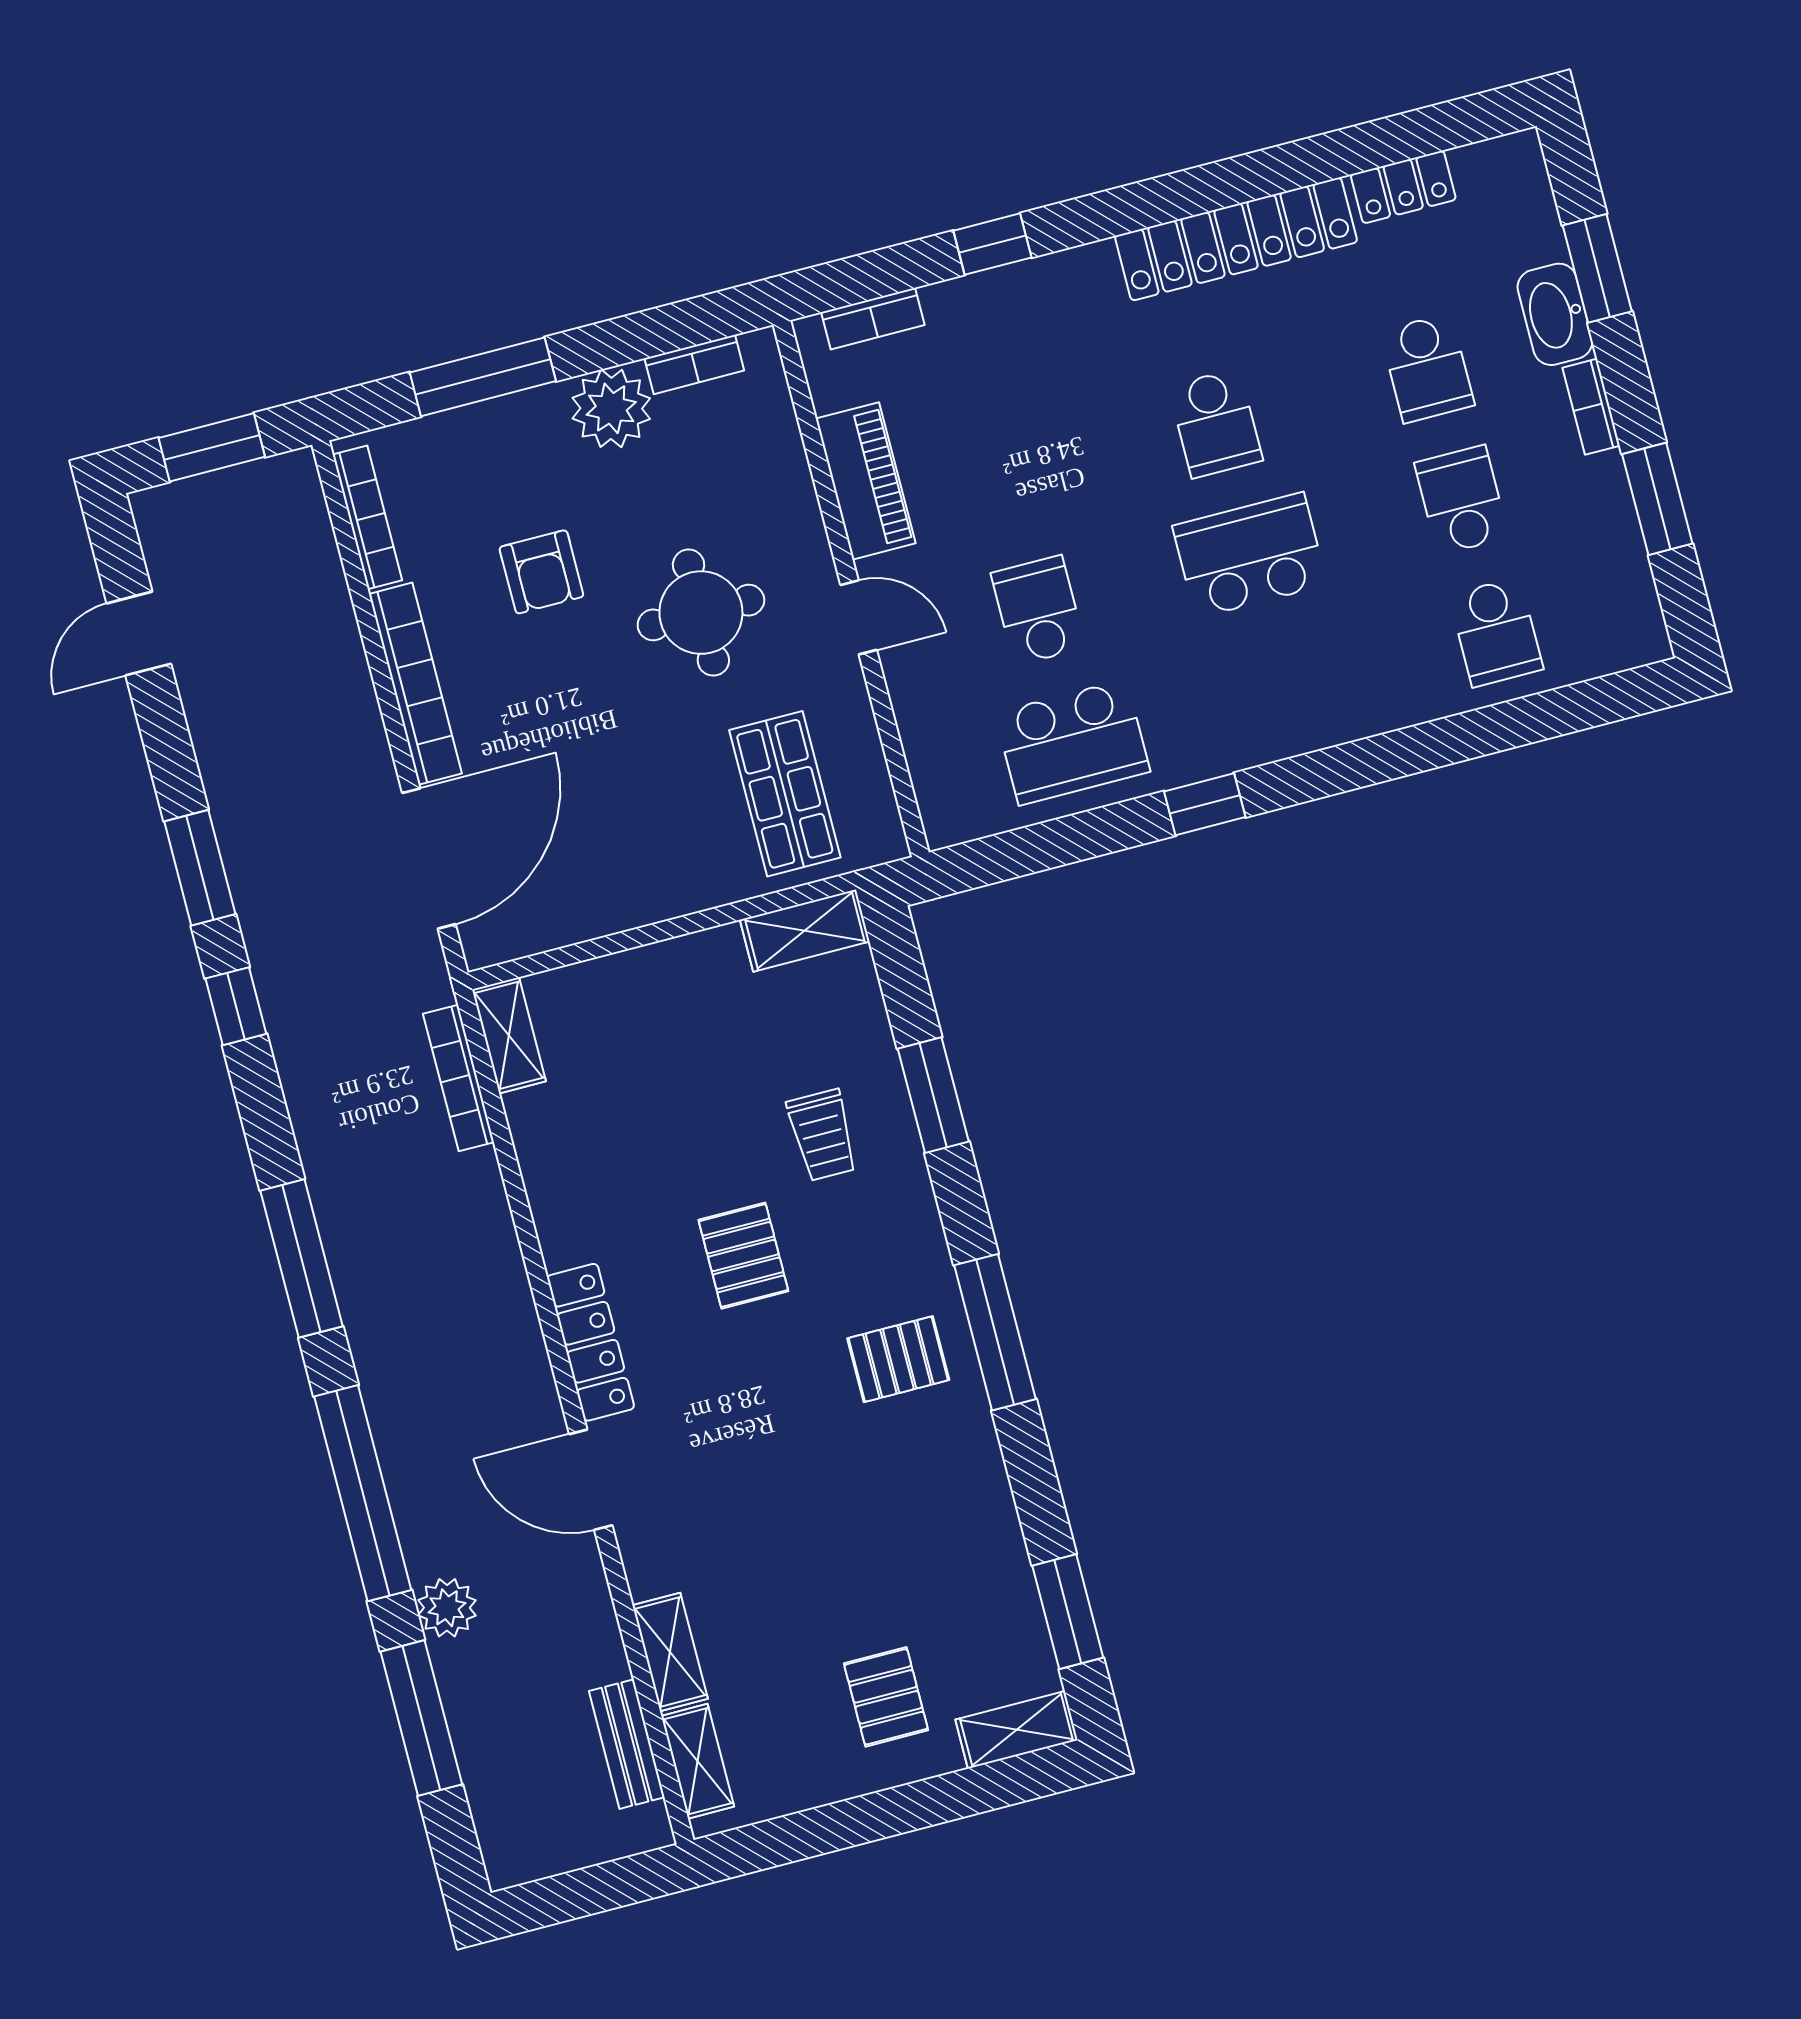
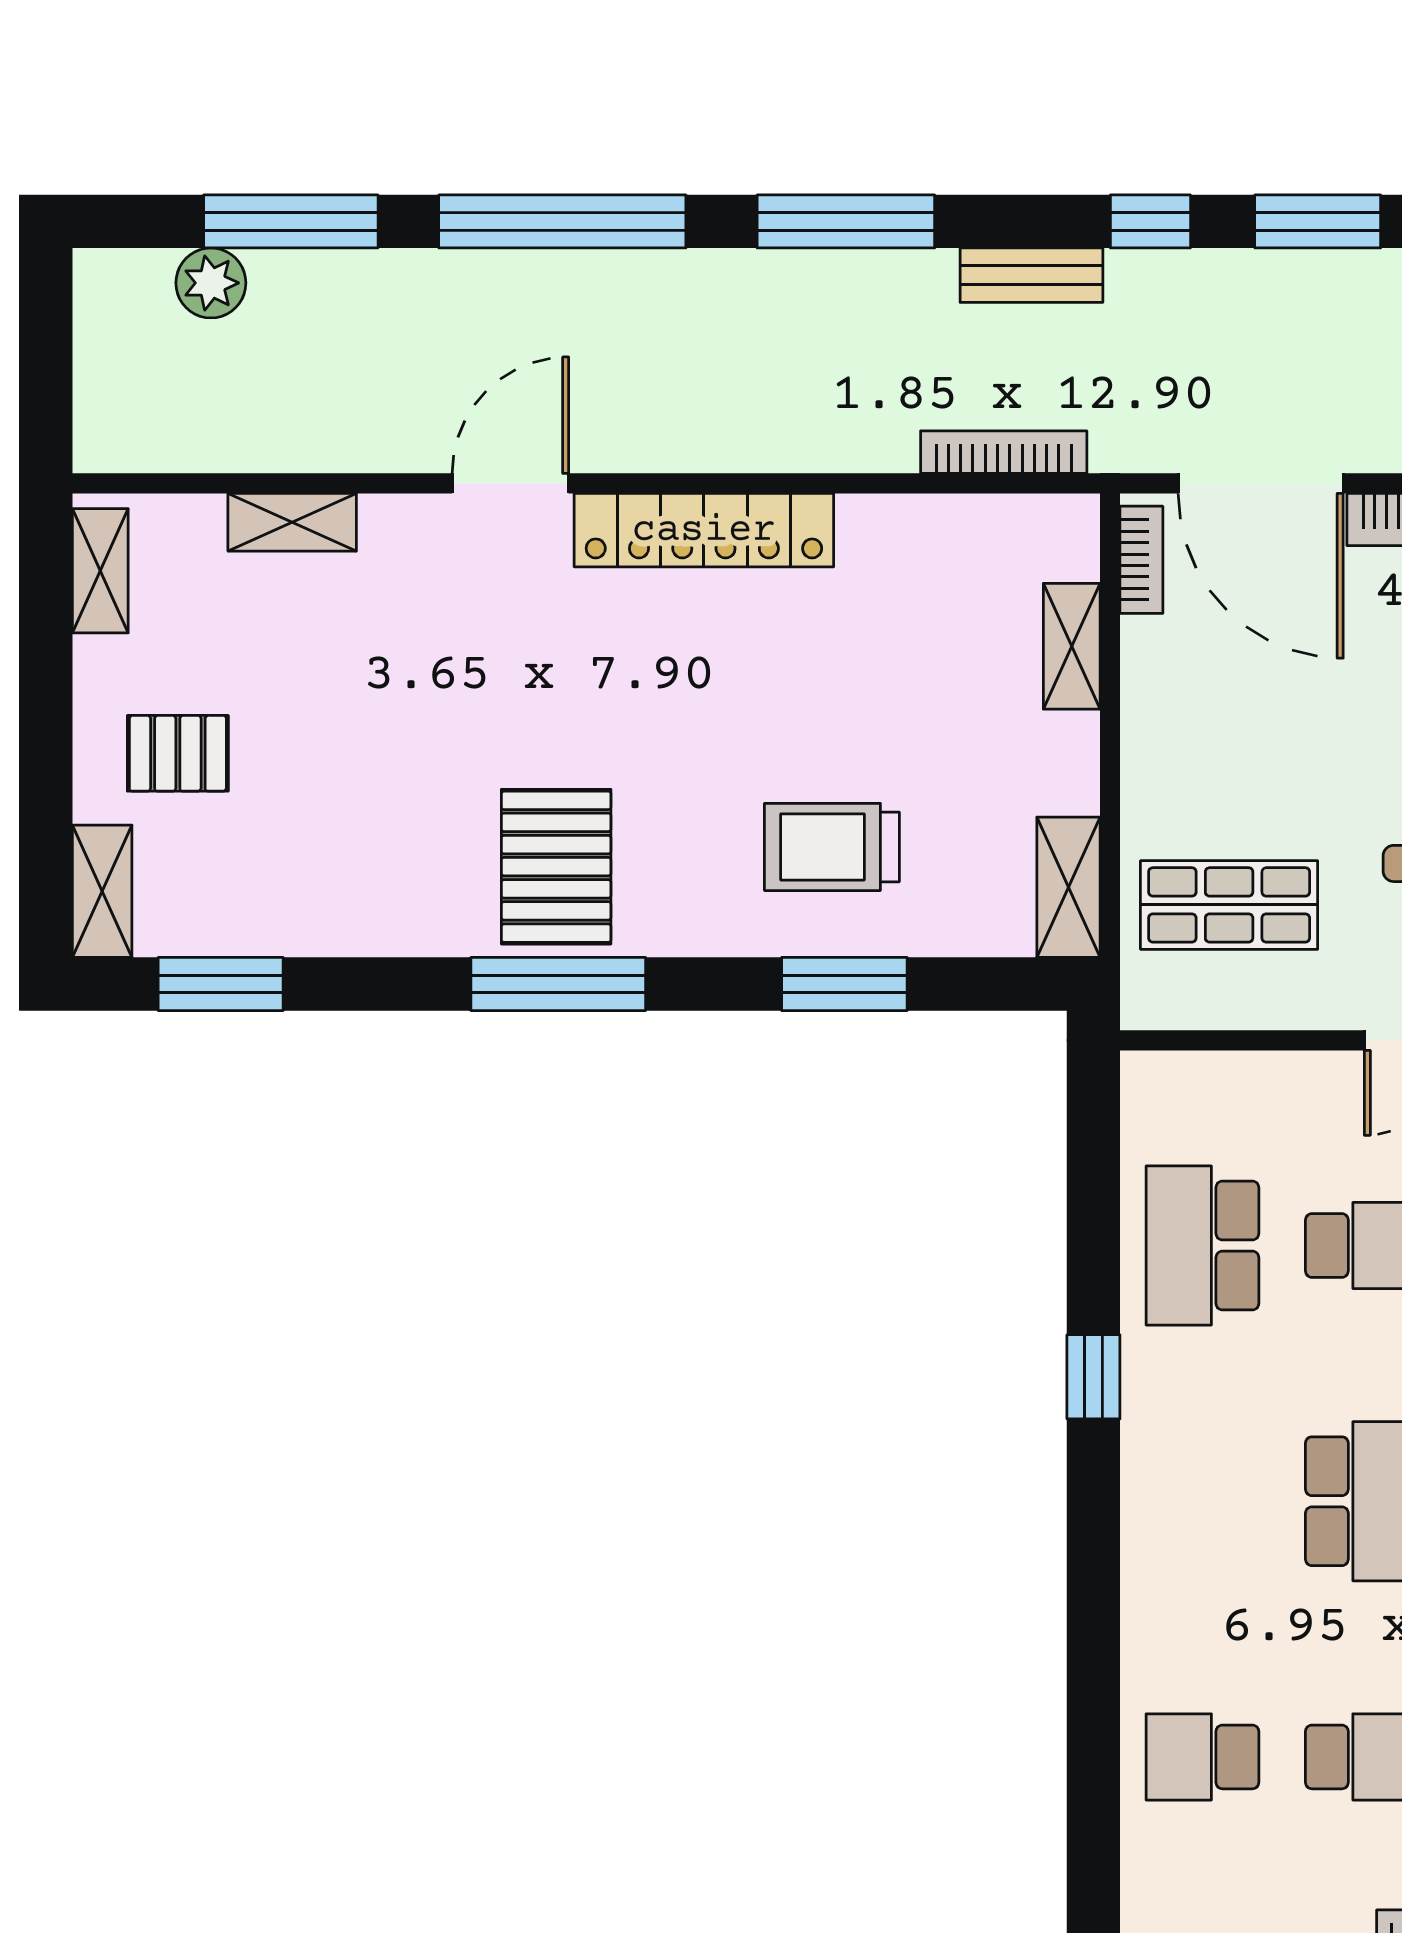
bookcase: (518, 941) -> (1141, 560), added
shelving: (509, 1035) -> (1072, 646), moved, turned 90
trolley: (822, 1135) -> (832, 847), width x1.36, depth x1.39
pallet: (743, 1256) -> (719, 722), removed
locker: (591, 1342) -> (704, 530), width x1.41, depth x1.21
pallet: (898, 1359) -> (556, 867), width x1.50, depth x1.42
plant: (447, 1608) -> (211, 283), moved
bench: (627, 1744) -> (1031, 275), moved
shelving: (698, 1761) -> (100, 571), moved, turned 90

